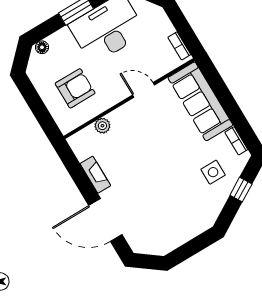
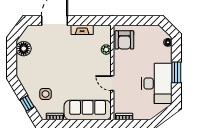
armchair: (75, 88) -> (124, 40), moved
door: (143, 90) -> (112, 83), swing flipped
floor lamp: (169, 239) -> (24, 49), added

